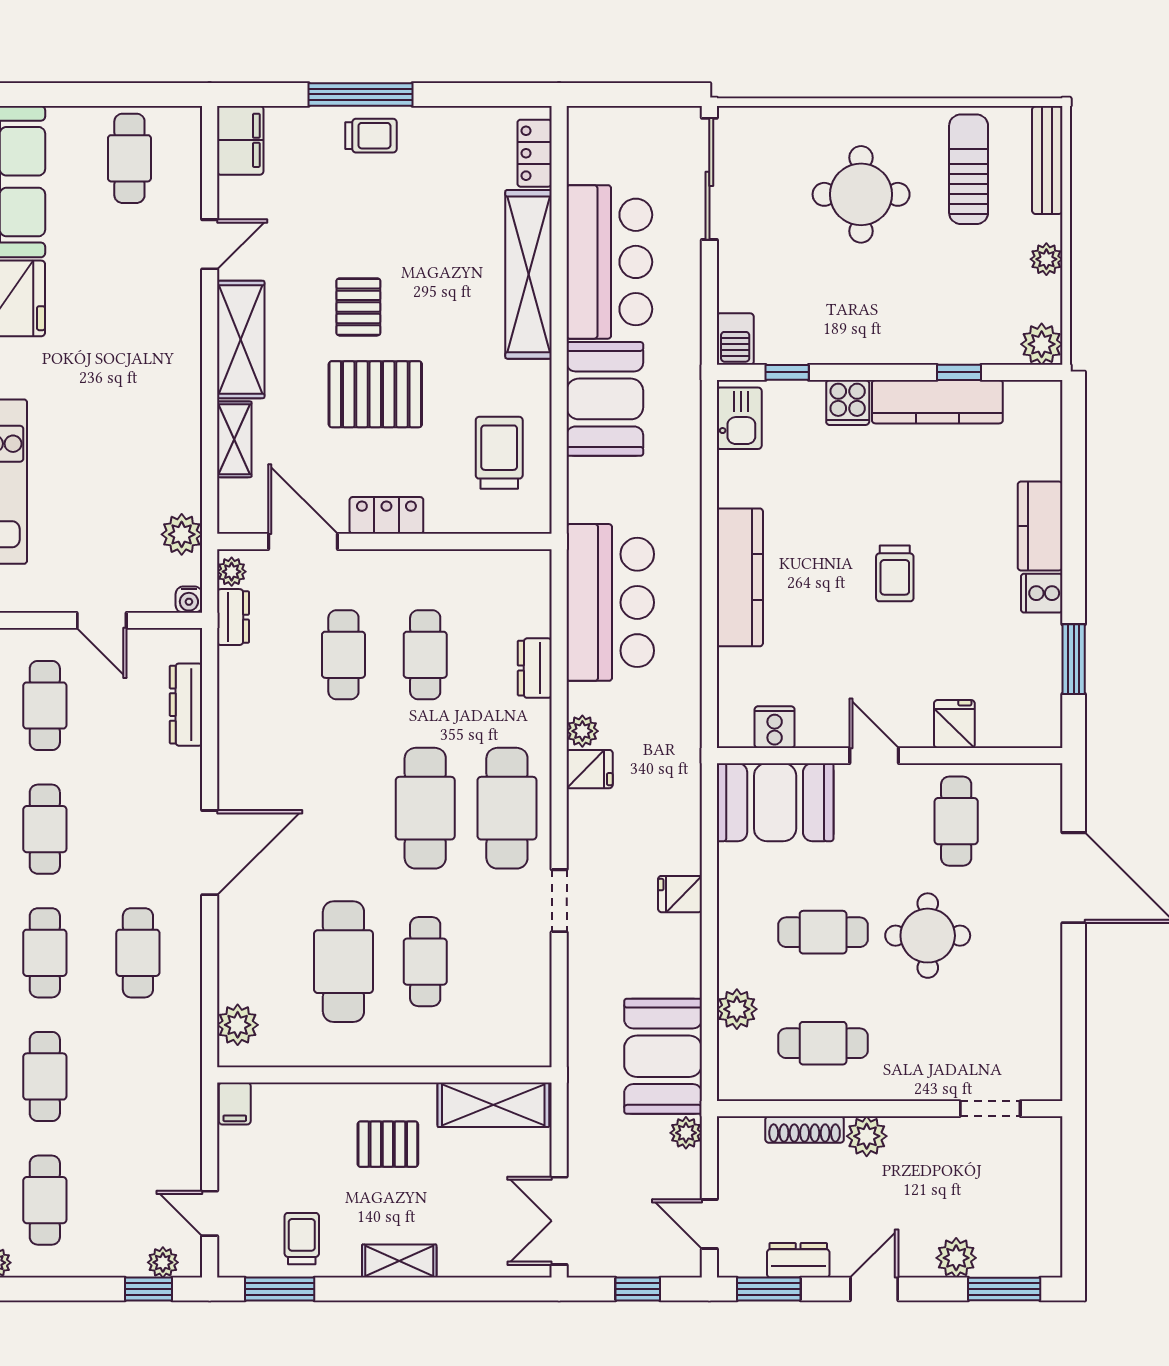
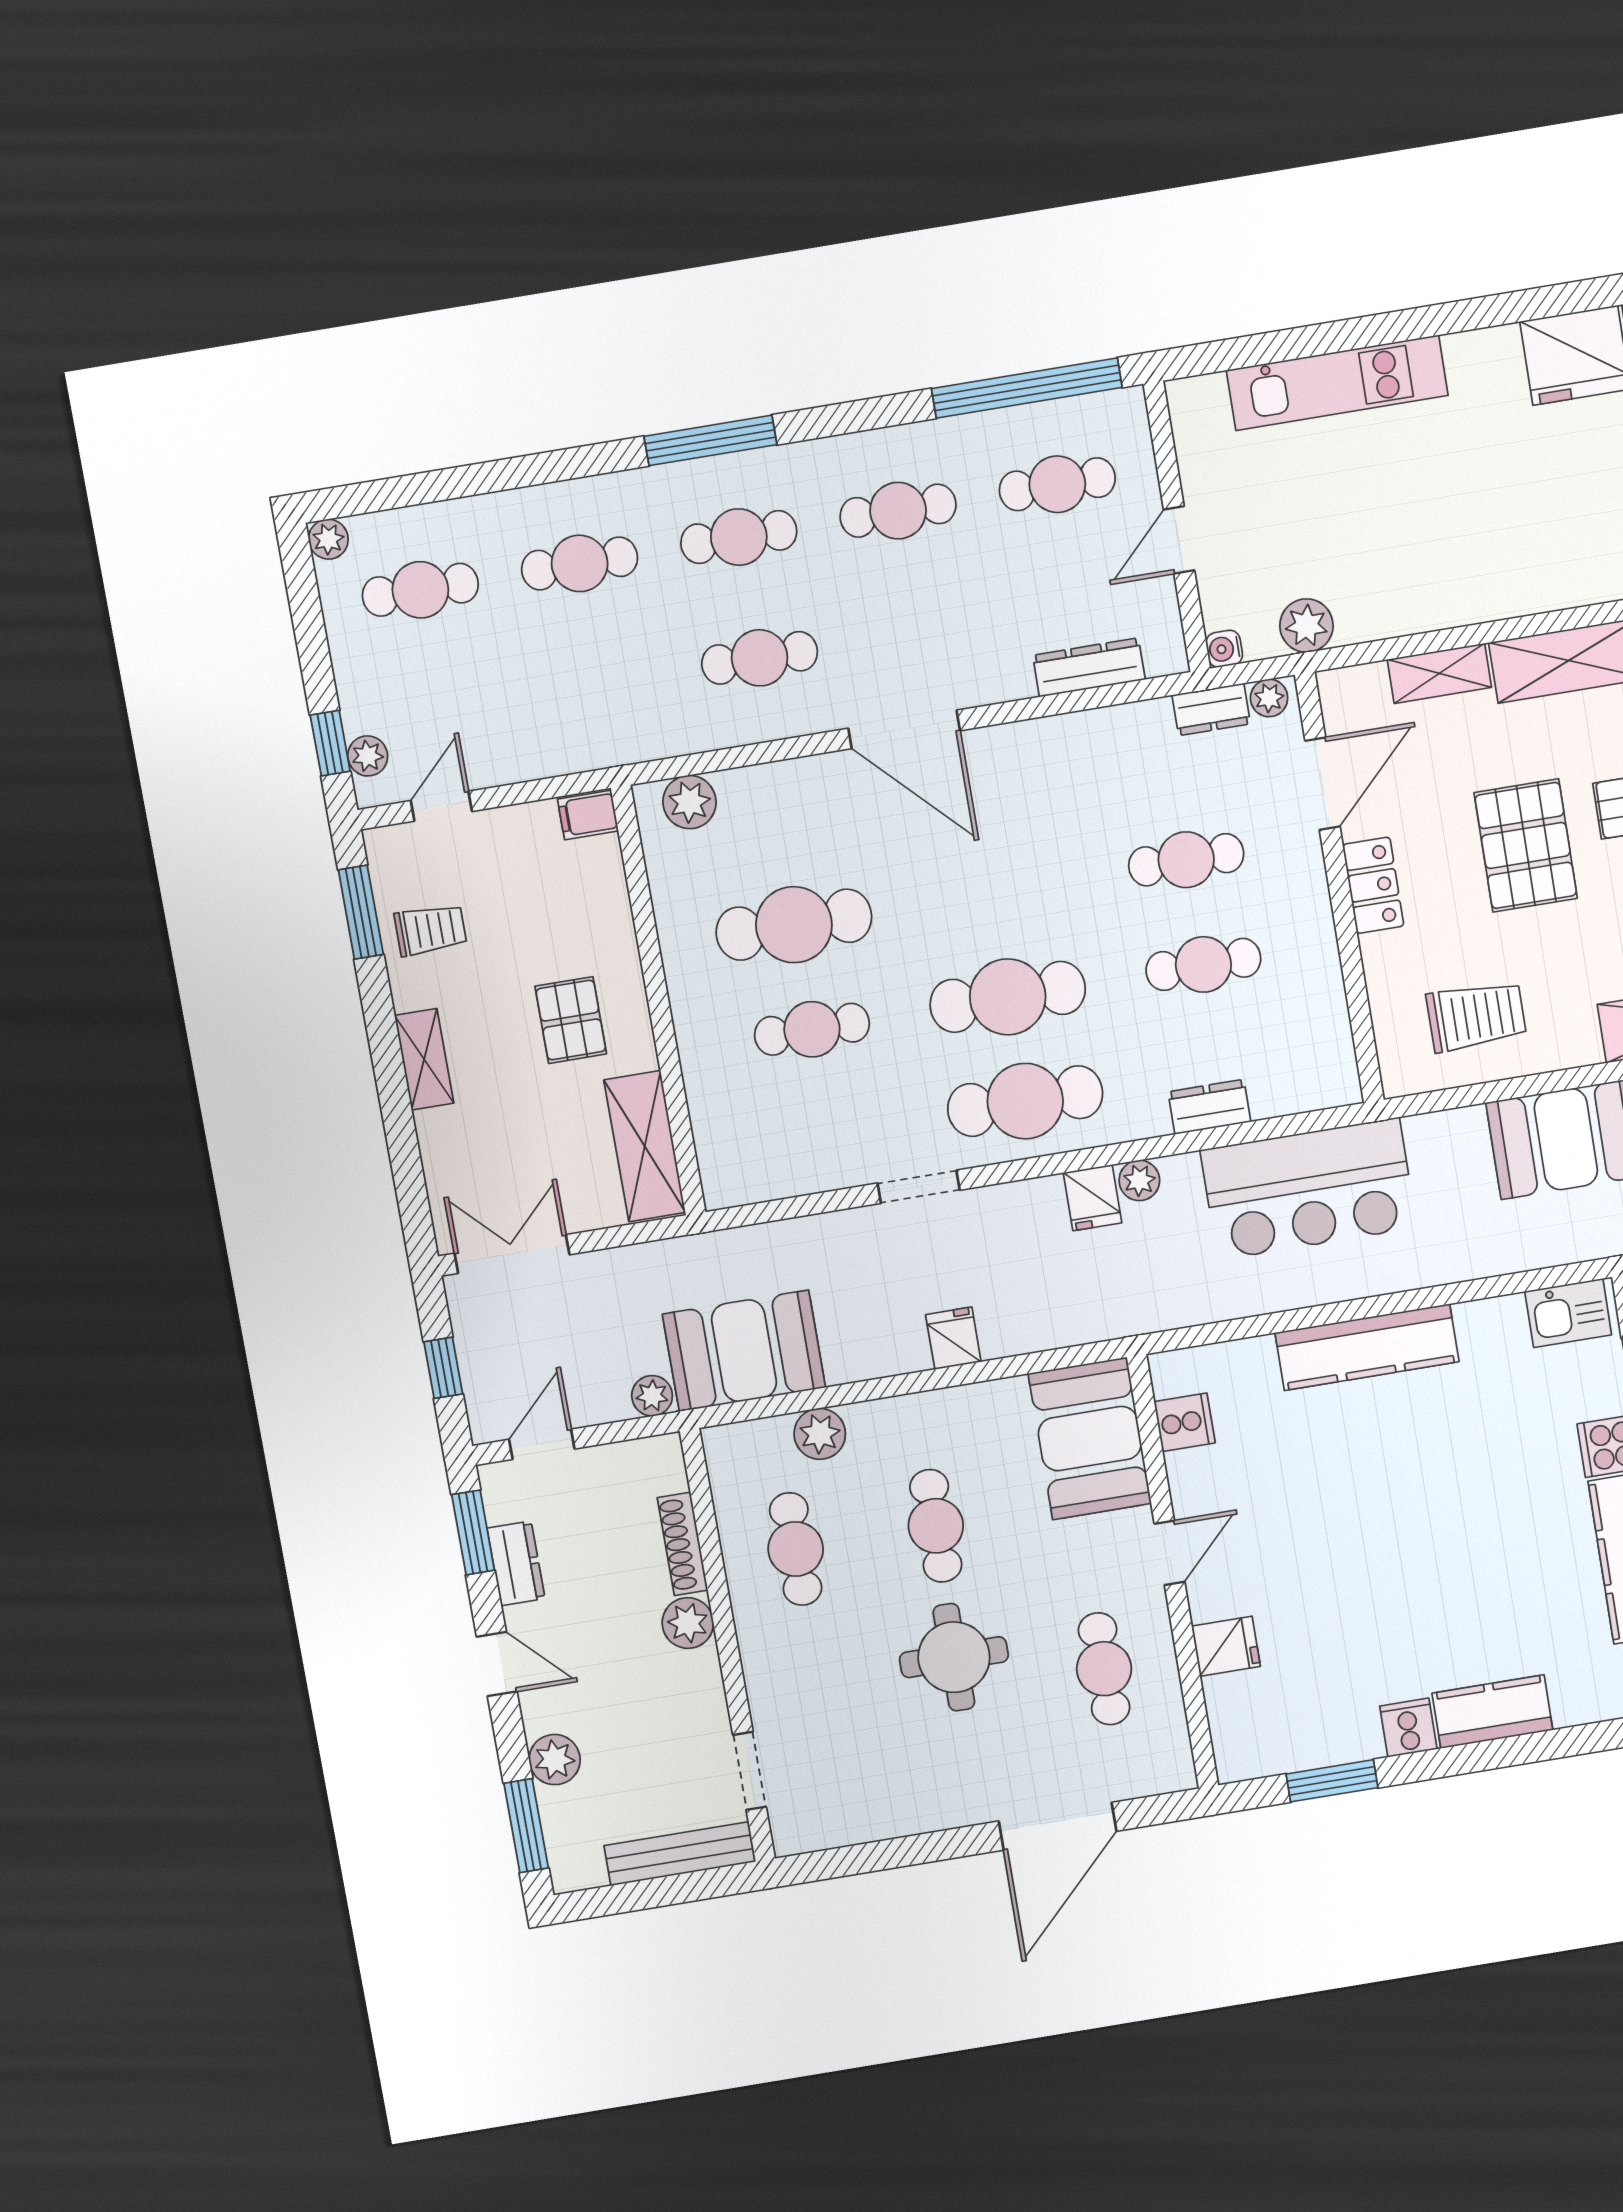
trolley: (895, 573) -> (1403, 1541), removed
cafe table: (956, 821) -> (1104, 1669), turned 90
bench: (1046, 1174) -> (680, 1854), added

